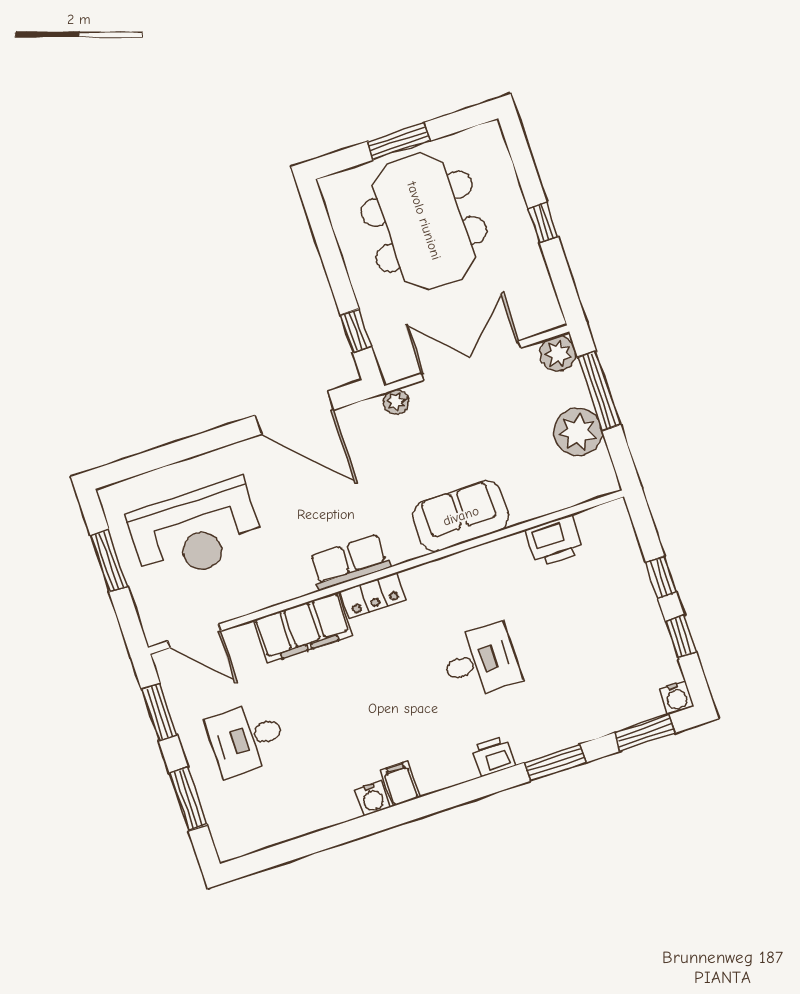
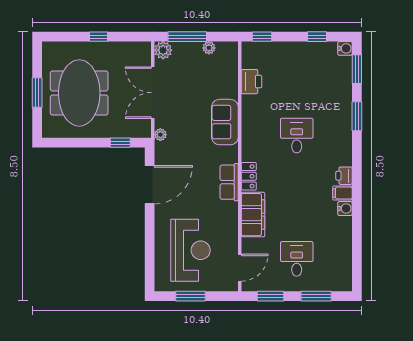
meeting table: (424, 221) -> (79, 93), turned 90
plant: (578, 432) -> (209, 48), width x0.53, depth x0.53
window: (661, 577) -> (262, 37), moved
desk: (247, 739) -> (297, 259), turned 180
printer: (493, 756) -> (344, 176), moved

